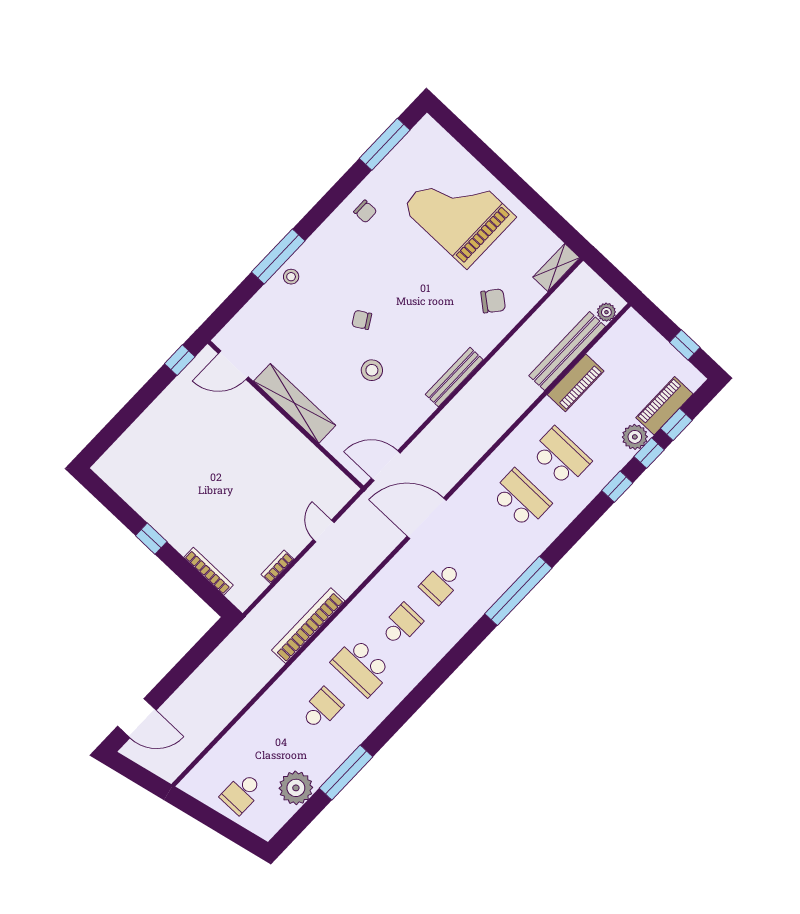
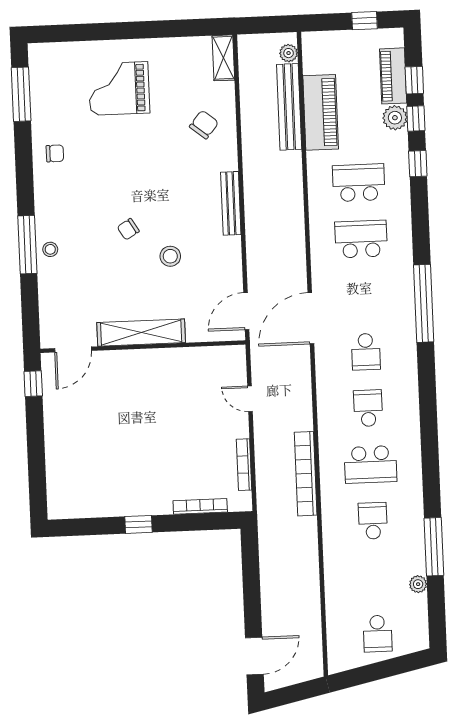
grand piano: (459, 212) -> (119, 88), width x0.73, depth x0.68
piano: (576, 383) -> (321, 112), width x1.37, depth x1.33
bookcase: (277, 567) -> (244, 465), width x1.56
plant: (296, 788) -> (418, 584), width x0.53, depth x0.53

